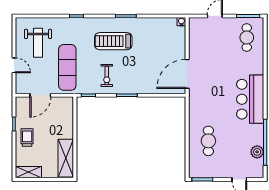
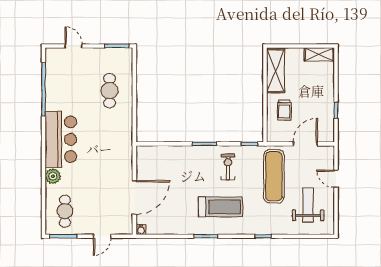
door: (187, 74) -> (134, 197), moved
trolley: (27, 138) -> (284, 110), moved
plant: (257, 152) -> (53, 176), moved

